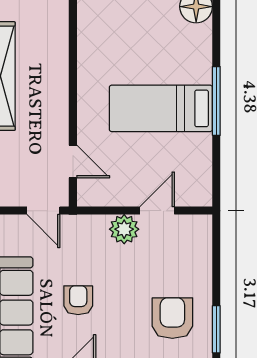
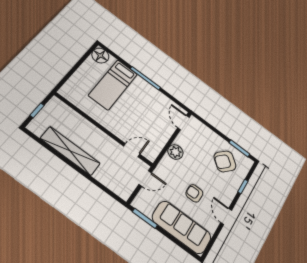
bed: (161, 108) -> (113, 85), moved
door: (157, 211) -> (183, 123), moved
armchair: (172, 318) -> (225, 161), turned -48

